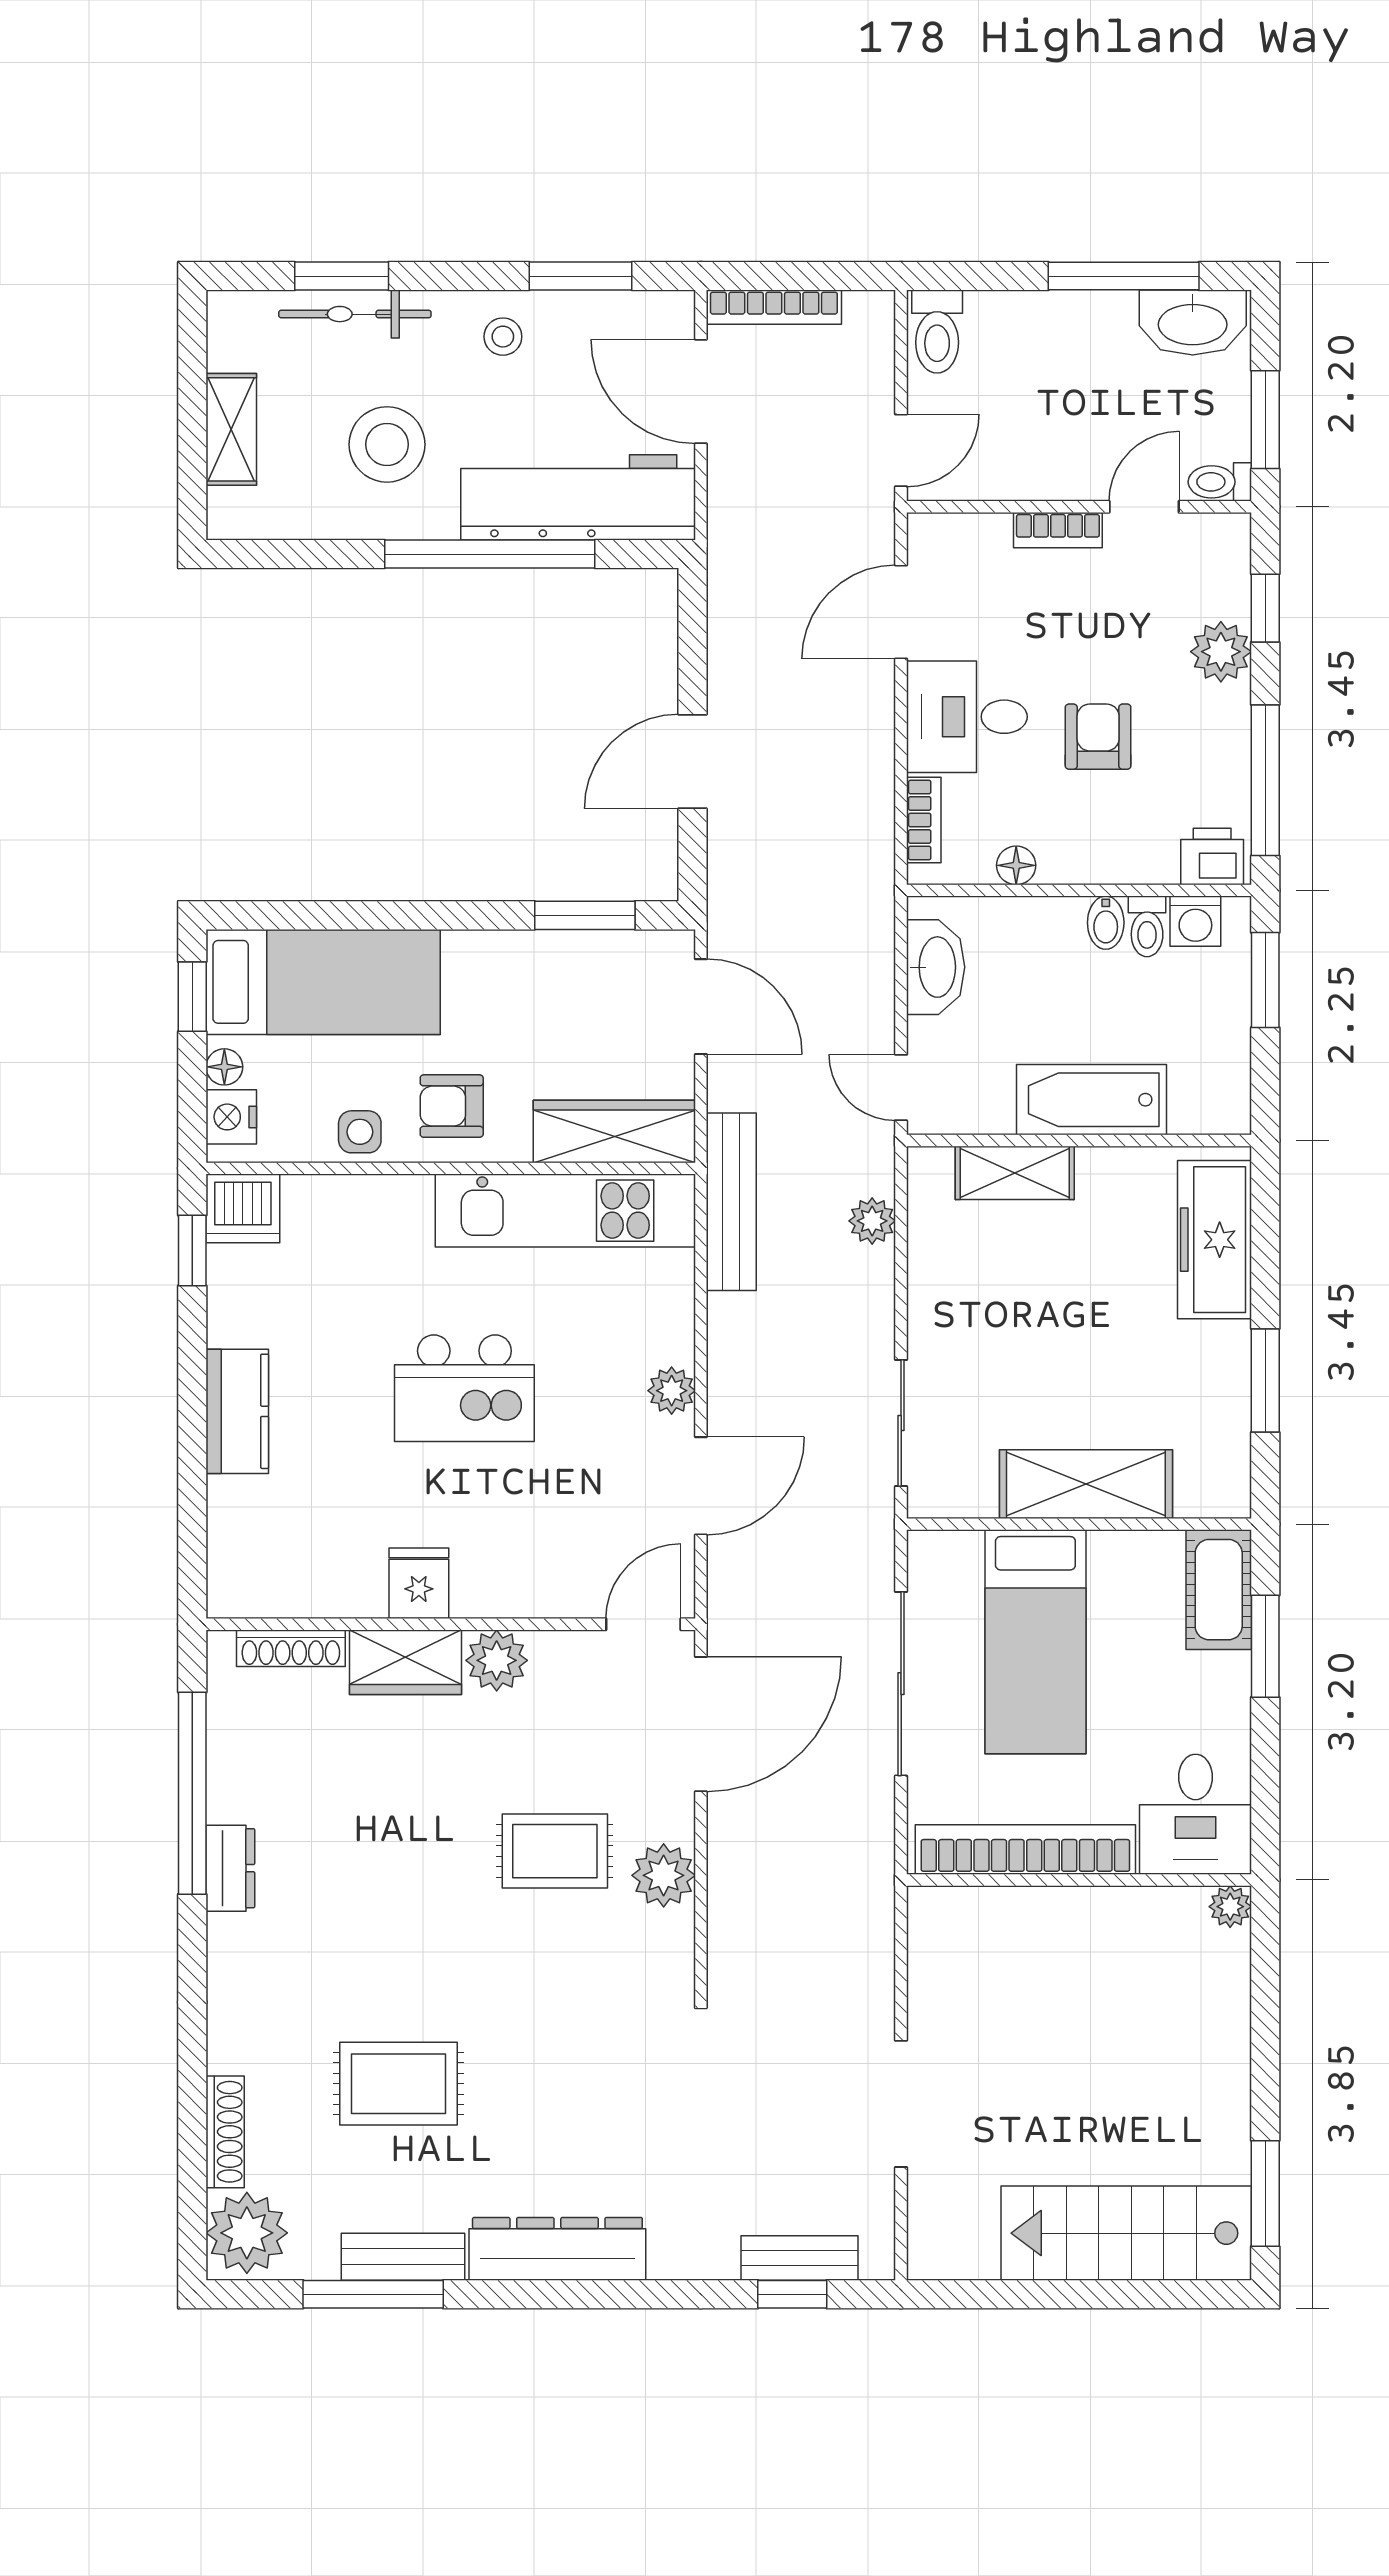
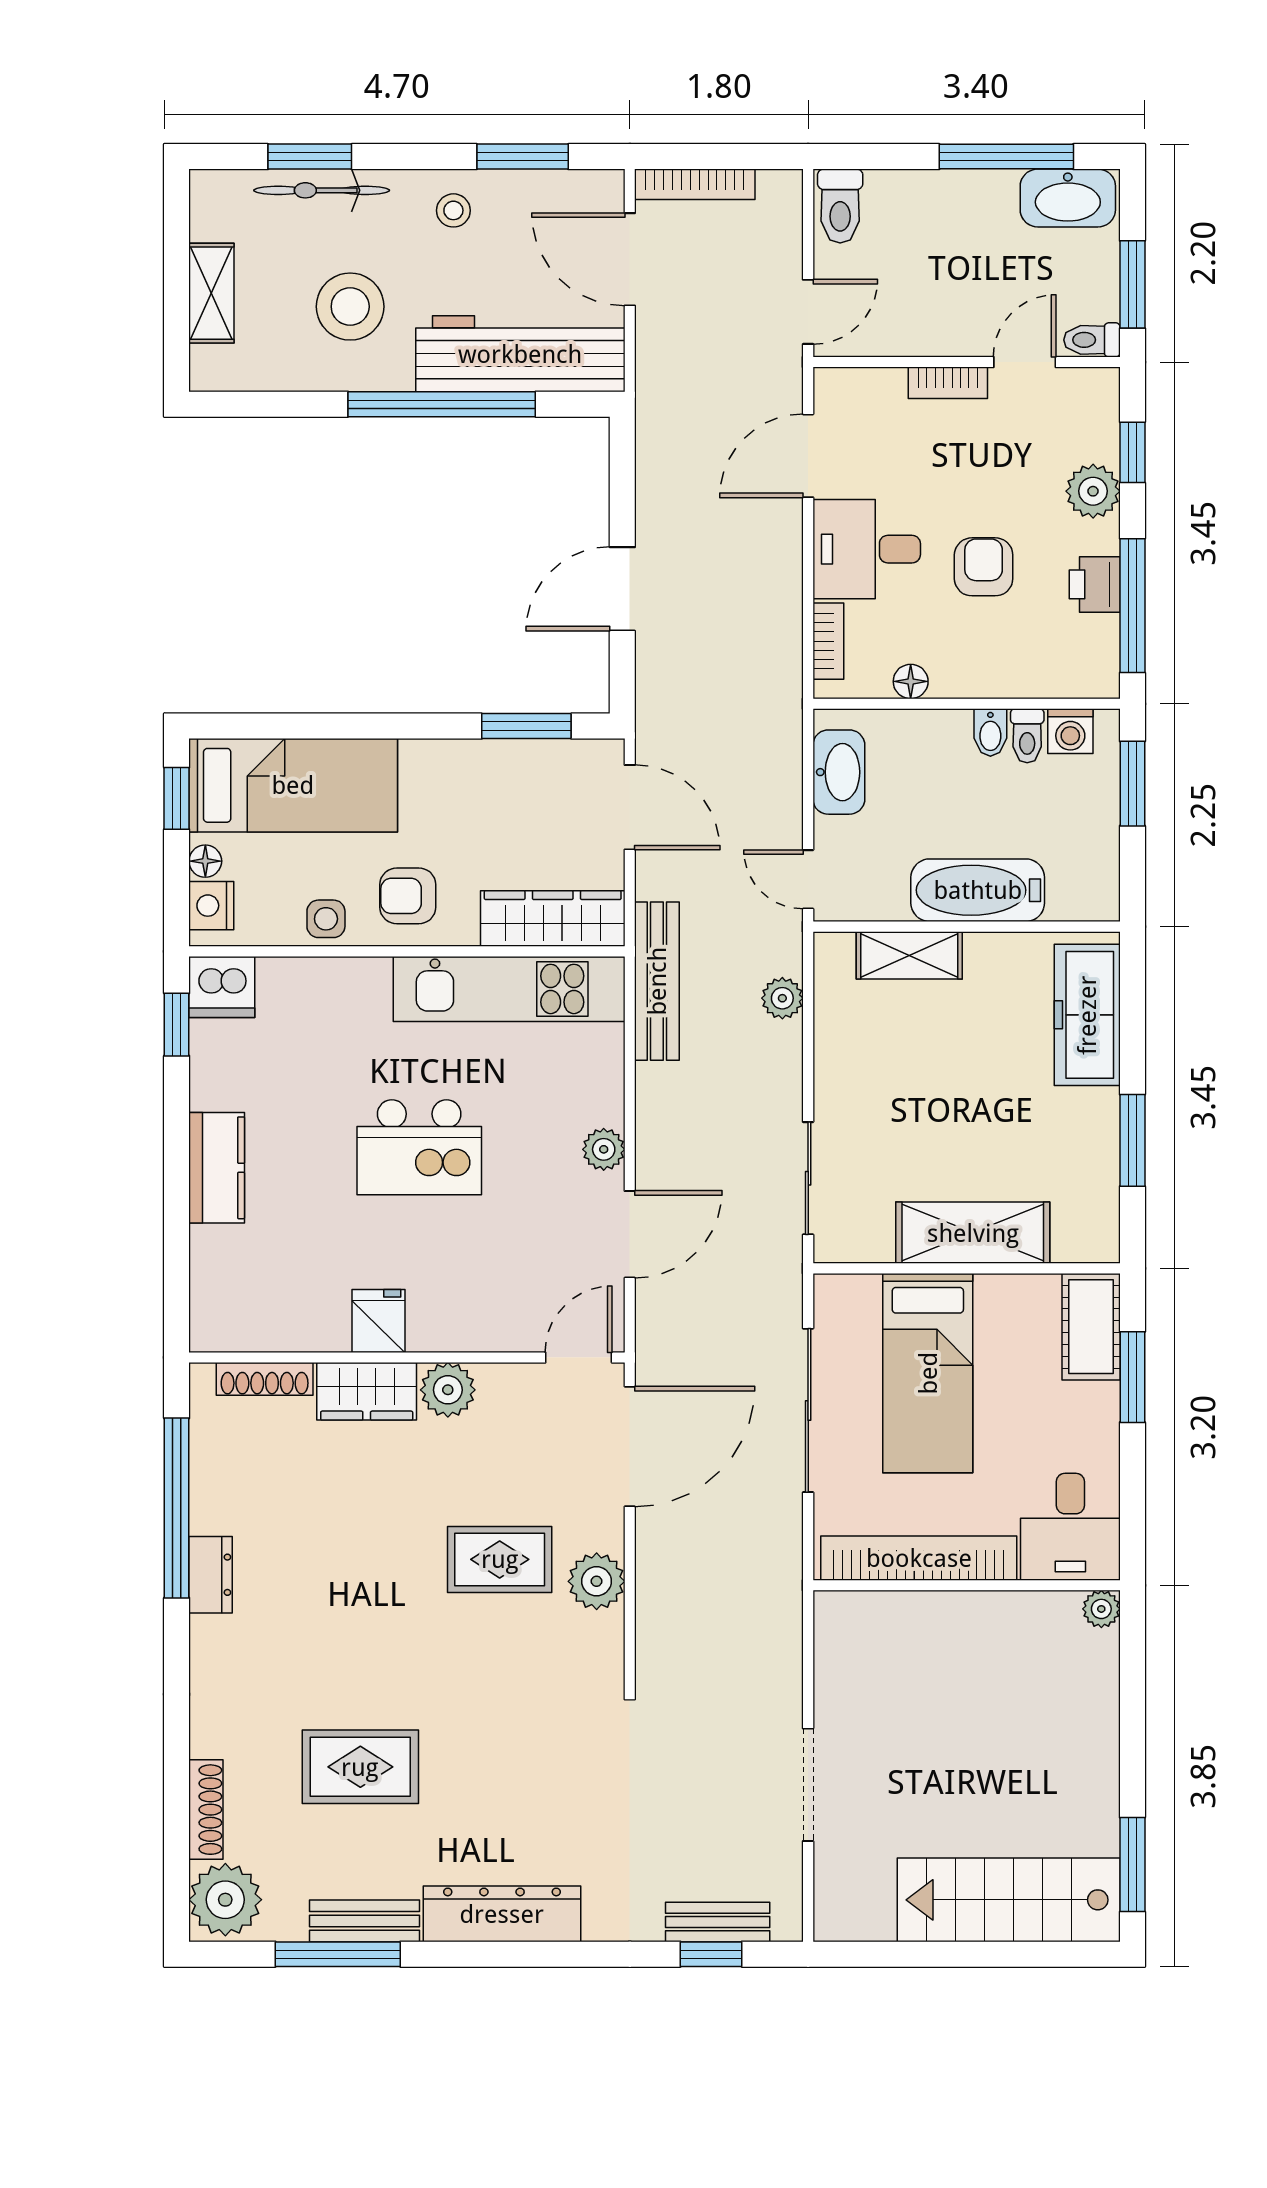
printer: (1212, 856) -> (1095, 584), moved, turned -90

